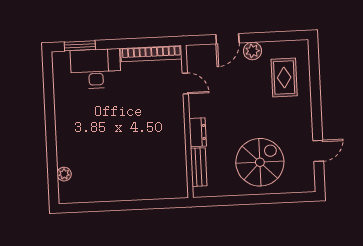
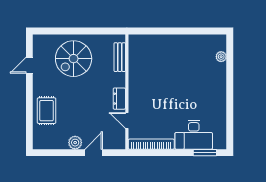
rug: (284, 78) -> (47, 111), moved
dresser: (198, 132) -> (119, 99), moved

